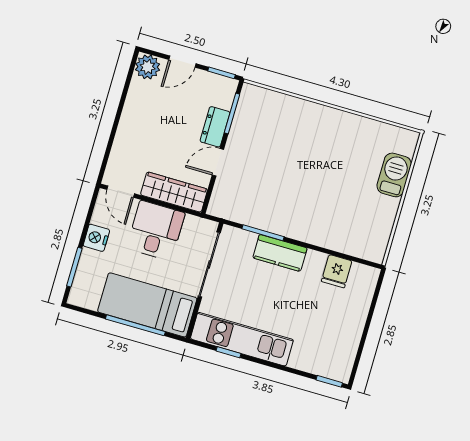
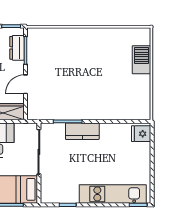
dresser: (215, 127) -> (17, 48), moved
fridge: (337, 271) -> (141, 134), moved, turned 90
kitchen unit: (242, 339) -> (113, 194), moved

